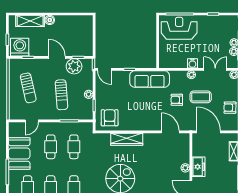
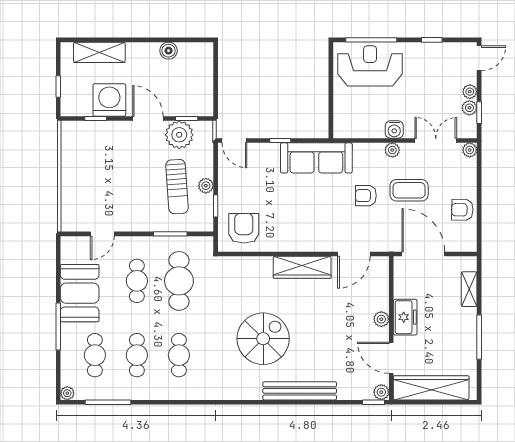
boiler: (50, 20) -> (169, 51), moved
washing machine: (20, 47) -> (109, 100), moved
sun lounger: (28, 88) -> (96, 174), removed
sun lounger: (61, 95) -> (177, 187), moved
door: (170, 132) -> (354, 254), swing flipped
wardrobe: (127, 139) -> (302, 267), moved
cafe table: (74, 147) -> (179, 281), width x1.37, depth x1.35

